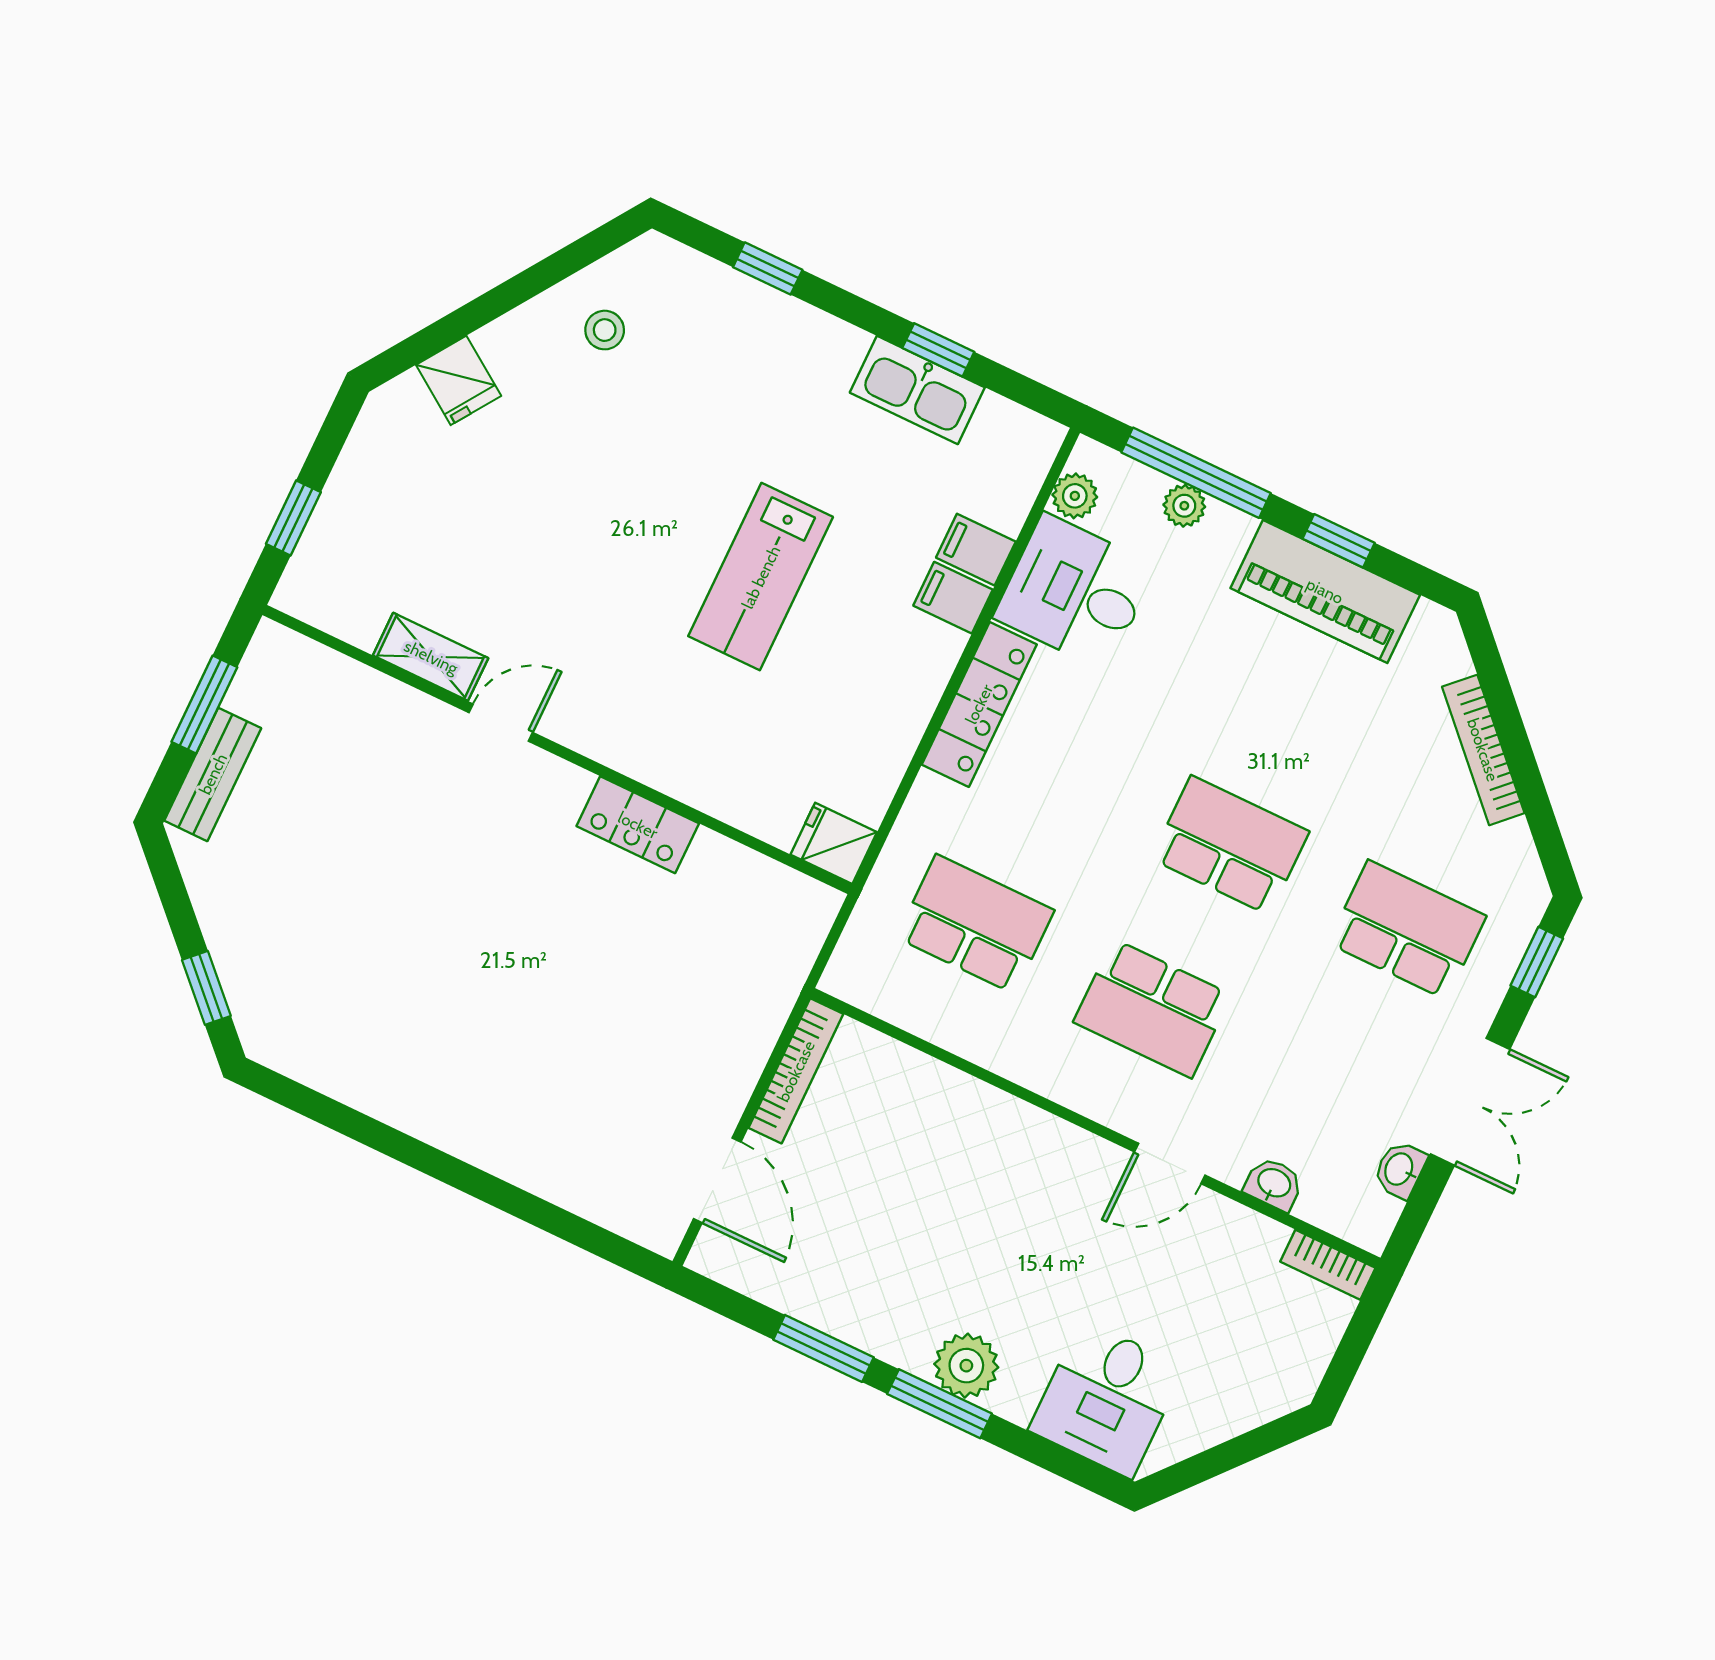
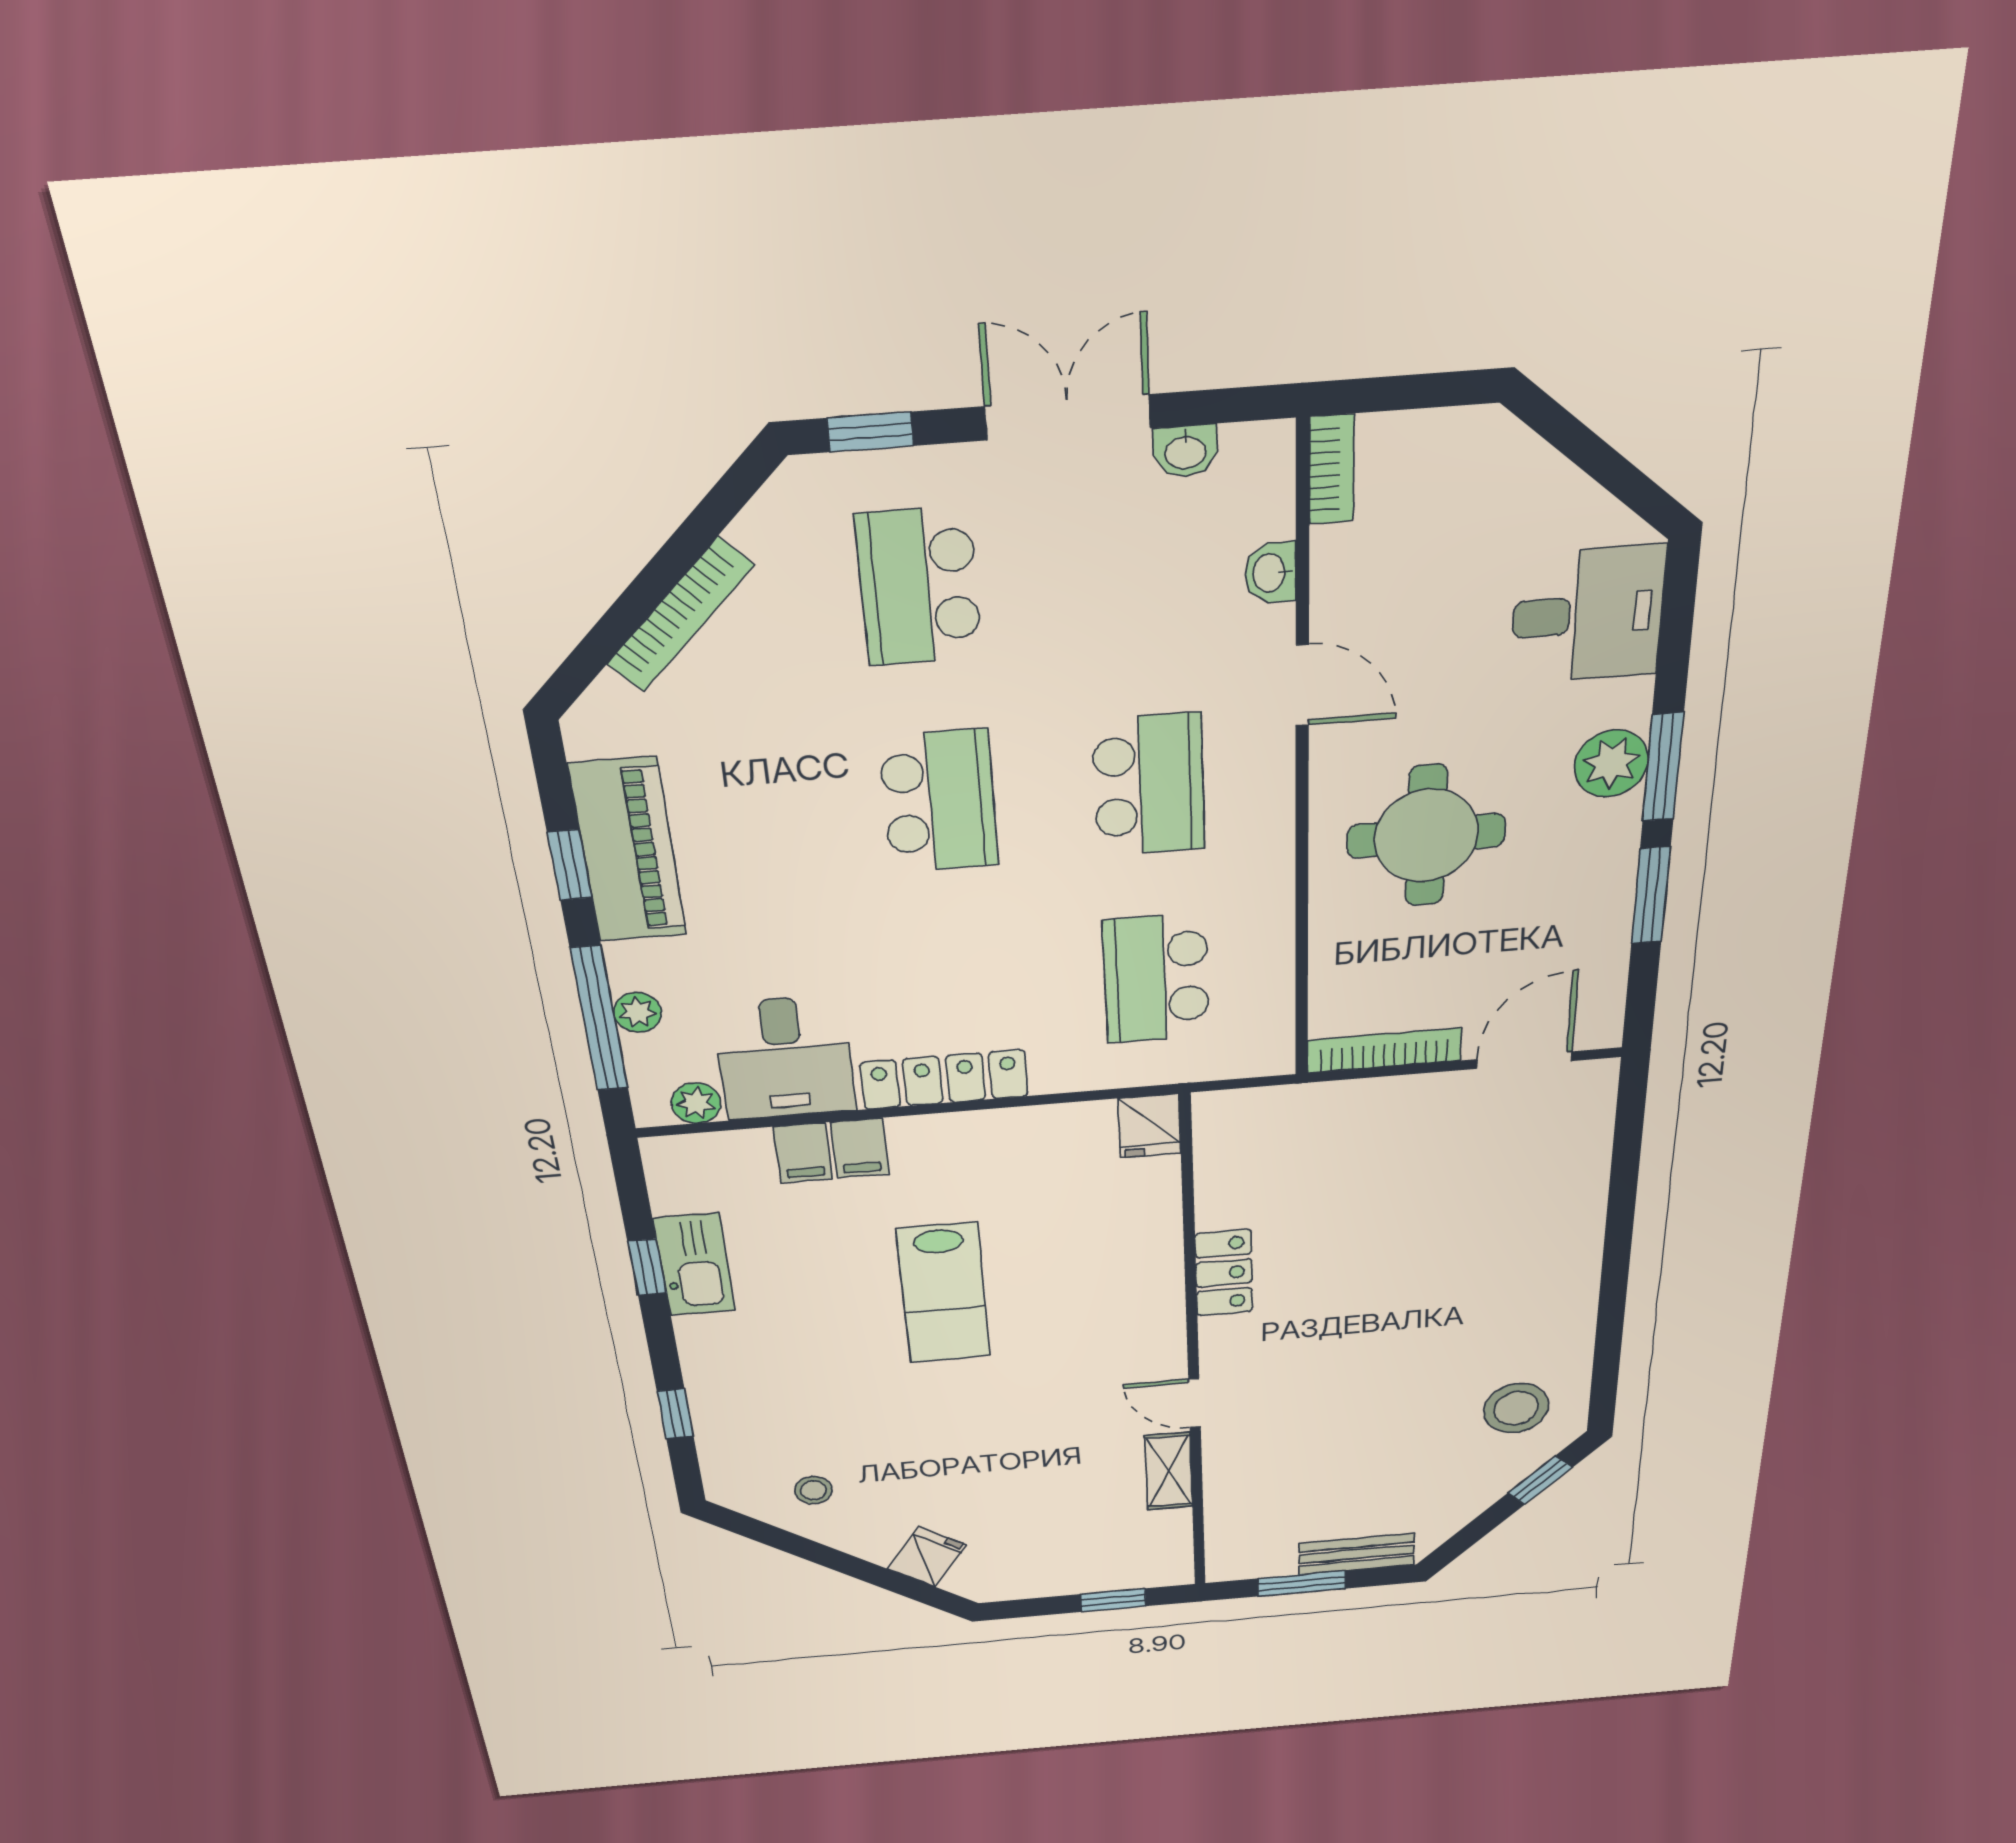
lab bench: (761, 577) -> (944, 1293), turned 90
school desk: (1230, 845) -> (939, 801), turned 180
stool: (316, 1005) -> (1516, 1408), added
round table: (984, 1197) -> (1426, 836), added

